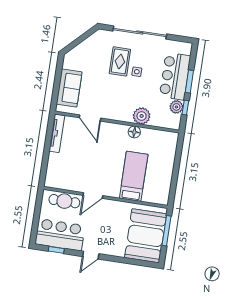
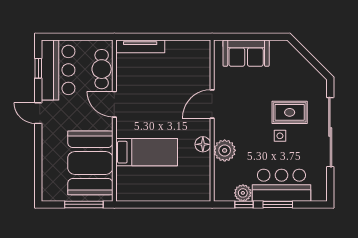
door: (90, 118) -> (212, 104), moved
tv unit: (57, 133) -> (140, 46), moved
booth: (146, 236) -> (90, 163), moved, turned 90

